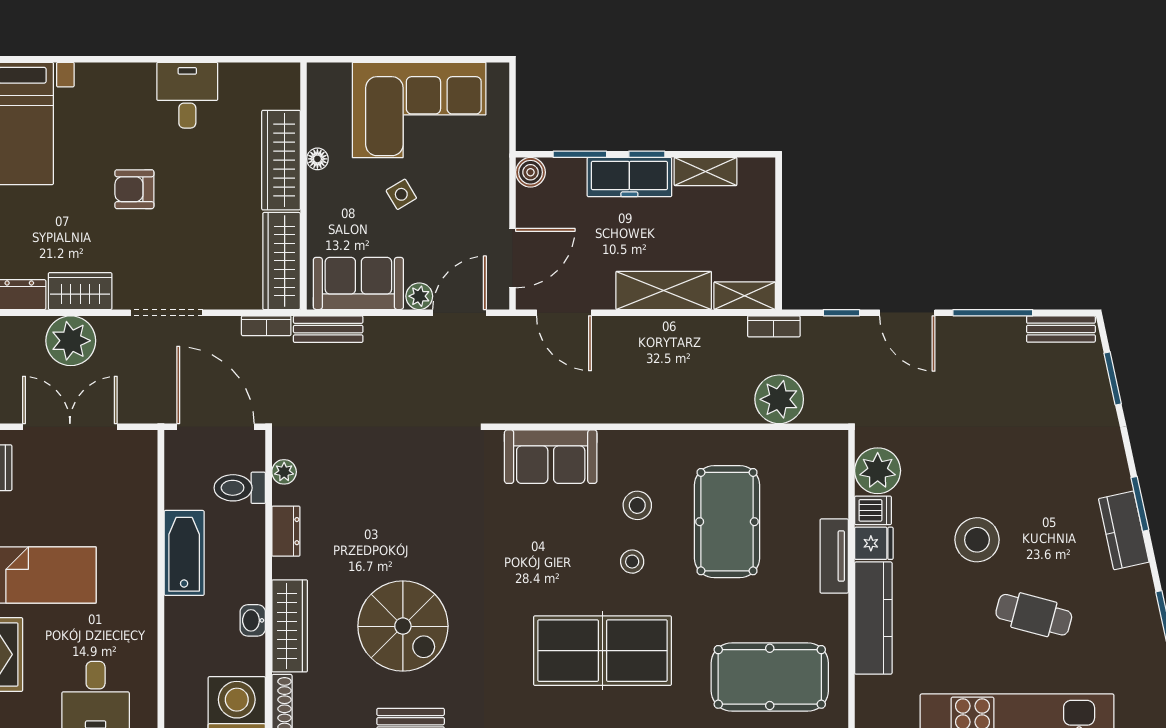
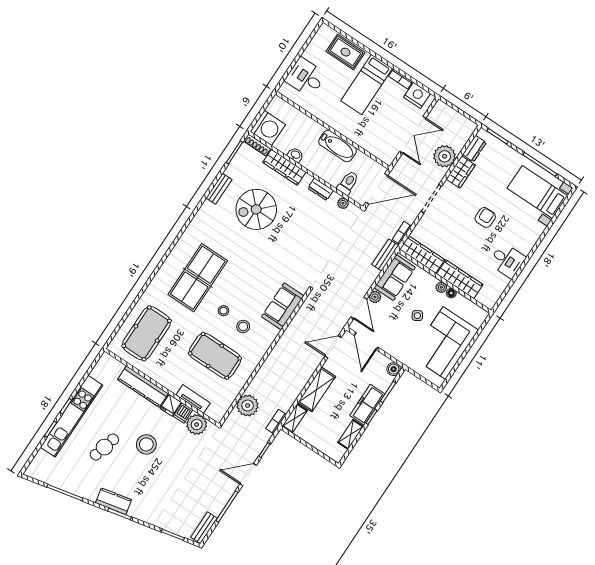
plant: (319, 185) -> (441, 287), added
tv unit: (834, 556) -> (193, 399), moved

